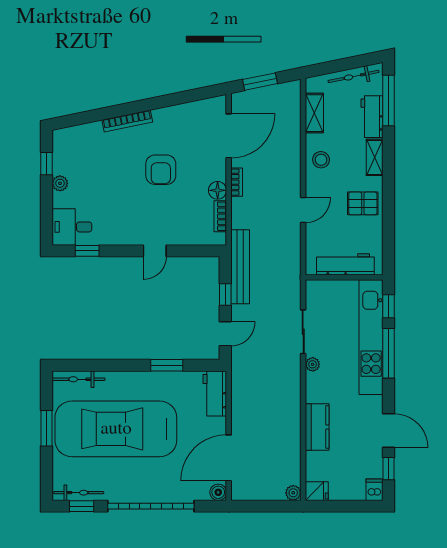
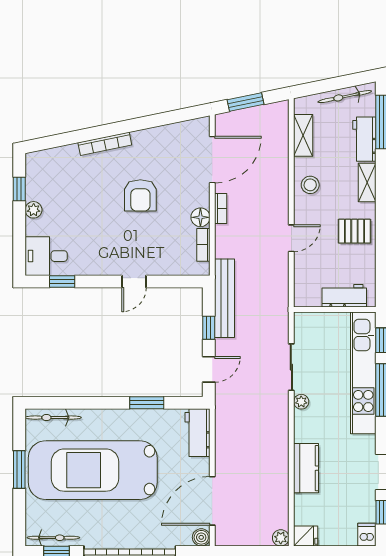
workbench: (345, 264) -> (344, 296), width x0.73

